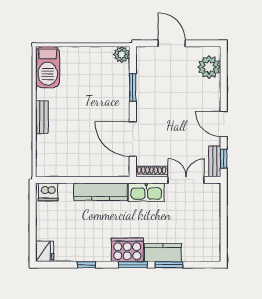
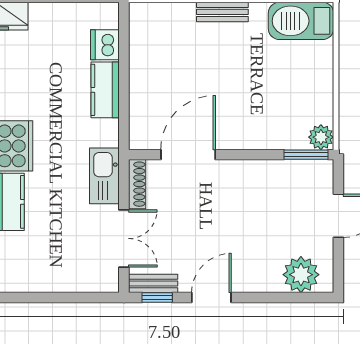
window: (133, 87) -> (306, 155), moved
dishwasher: (48, 192) -> (105, 45), moved
kitchen counter: (101, 192) -> (105, 90), width x0.67

